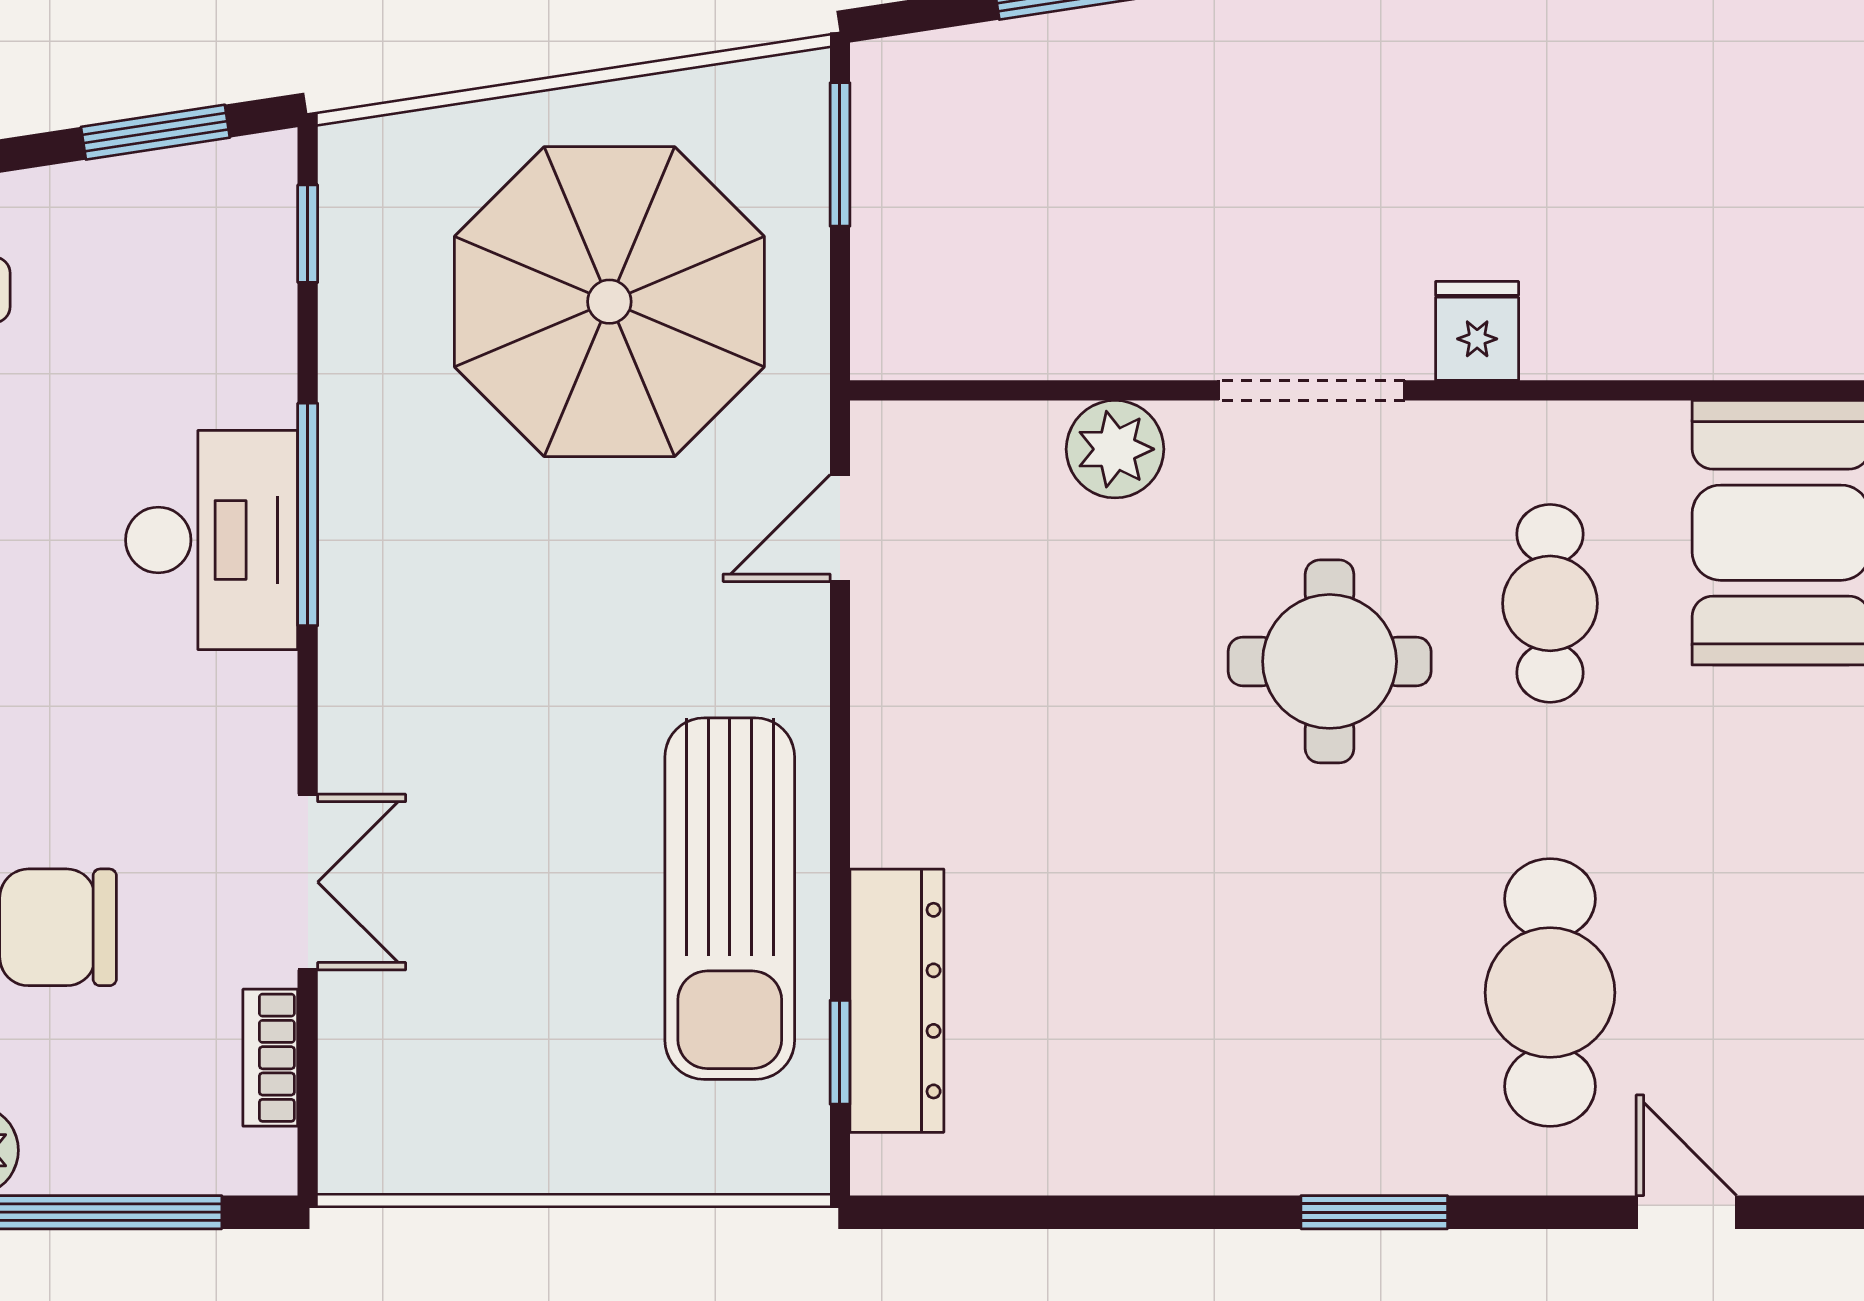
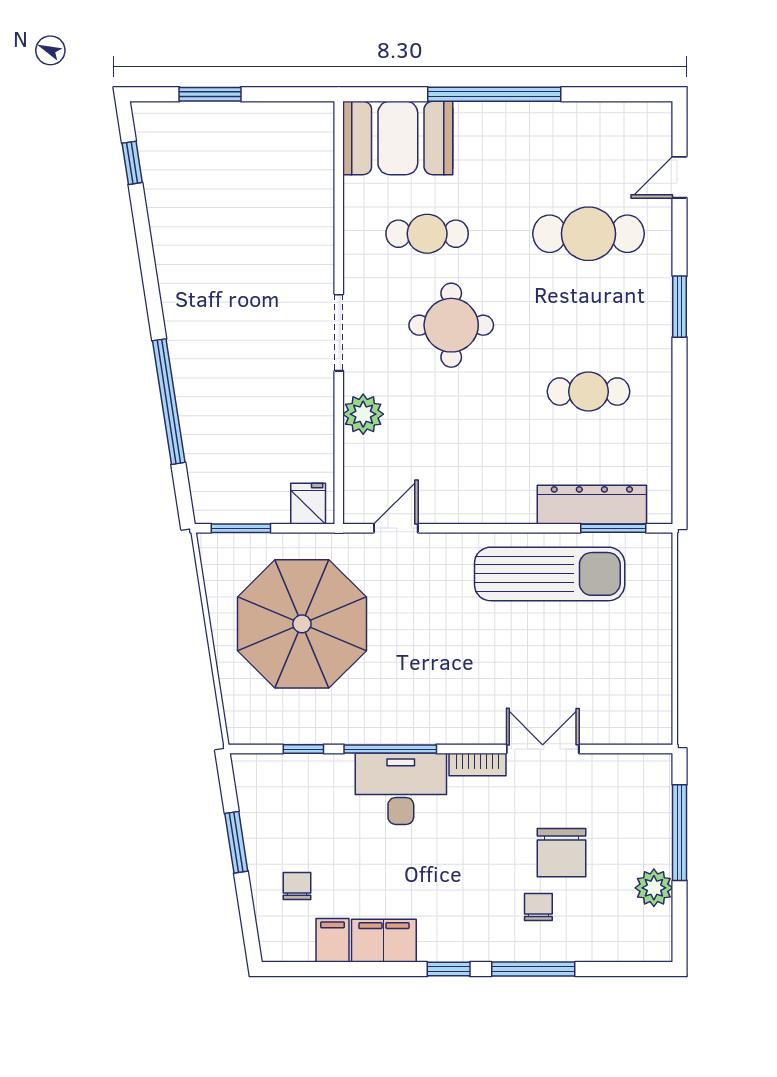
window: (155, 132) -> (236, 842), moved
window: (308, 234) -> (303, 749), moved
fridge: (1477, 331) -> (308, 504), moved, turned 90
door: (840, 528) -> (396, 528), swing flipped
cafe table: (1170, 993) -> (589, 392), added
window: (840, 1052) -> (613, 528), width x1.50
bookcase: (270, 1058) -> (477, 765), moved

